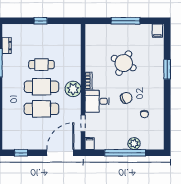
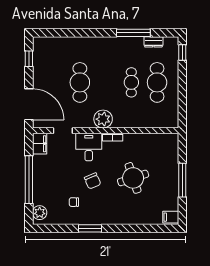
window: (41, 21) -> (182, 53), moved
round table: (124, 63) -> (133, 178), turned 45
window: (167, 69) -> (90, 228), moved
cafe table: (41, 87) -> (157, 82), moved
filing cabinet: (90, 144) -> (40, 144), width x2.00
plant: (134, 144) -> (40, 213), moved

